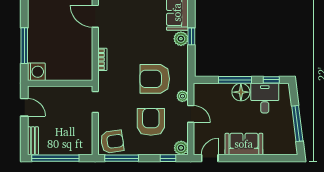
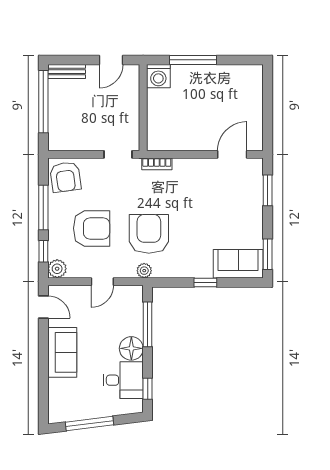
plant: (181, 39) -> (202, 269), removed
bookcase: (102, 59) -> (157, 164), moved
window: (235, 80) -> (148, 324), moved
plant: (182, 96) -> (144, 271), moved
window: (122, 158) -> (43, 207), moved

